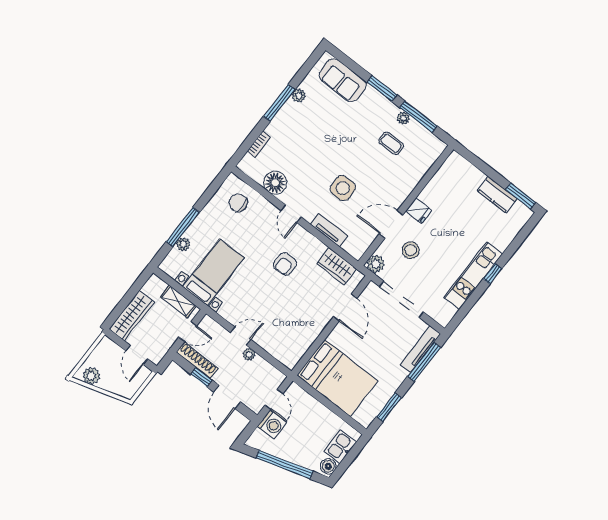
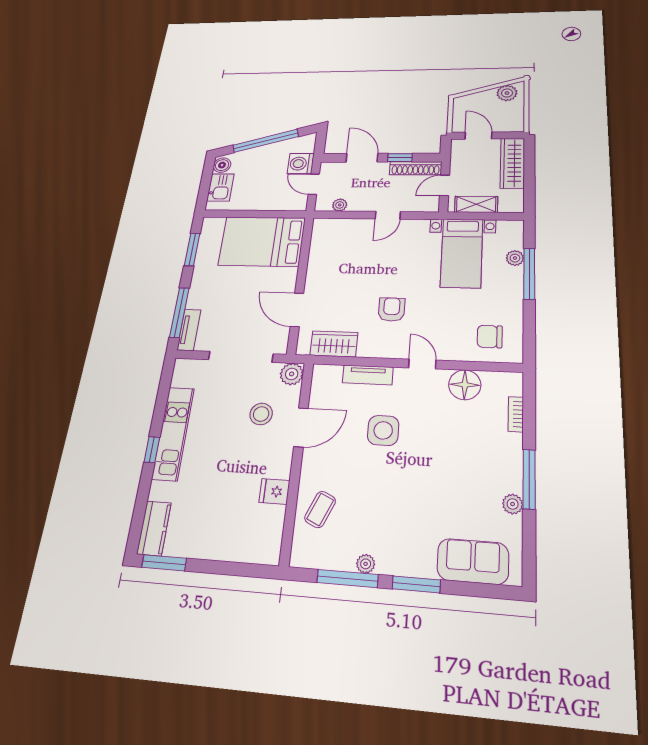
coffee table: (391, 143) -> (320, 509), moved, turned -66
kitchen counter: (497, 195) -> (154, 528), moved, turned 90
chair: (238, 203) -> (490, 337), turned 180
fridge: (419, 211) -> (274, 491), moved
tv unit: (420, 349) -> (189, 330), width x0.71
plant: (249, 355) -> (340, 205), moved

